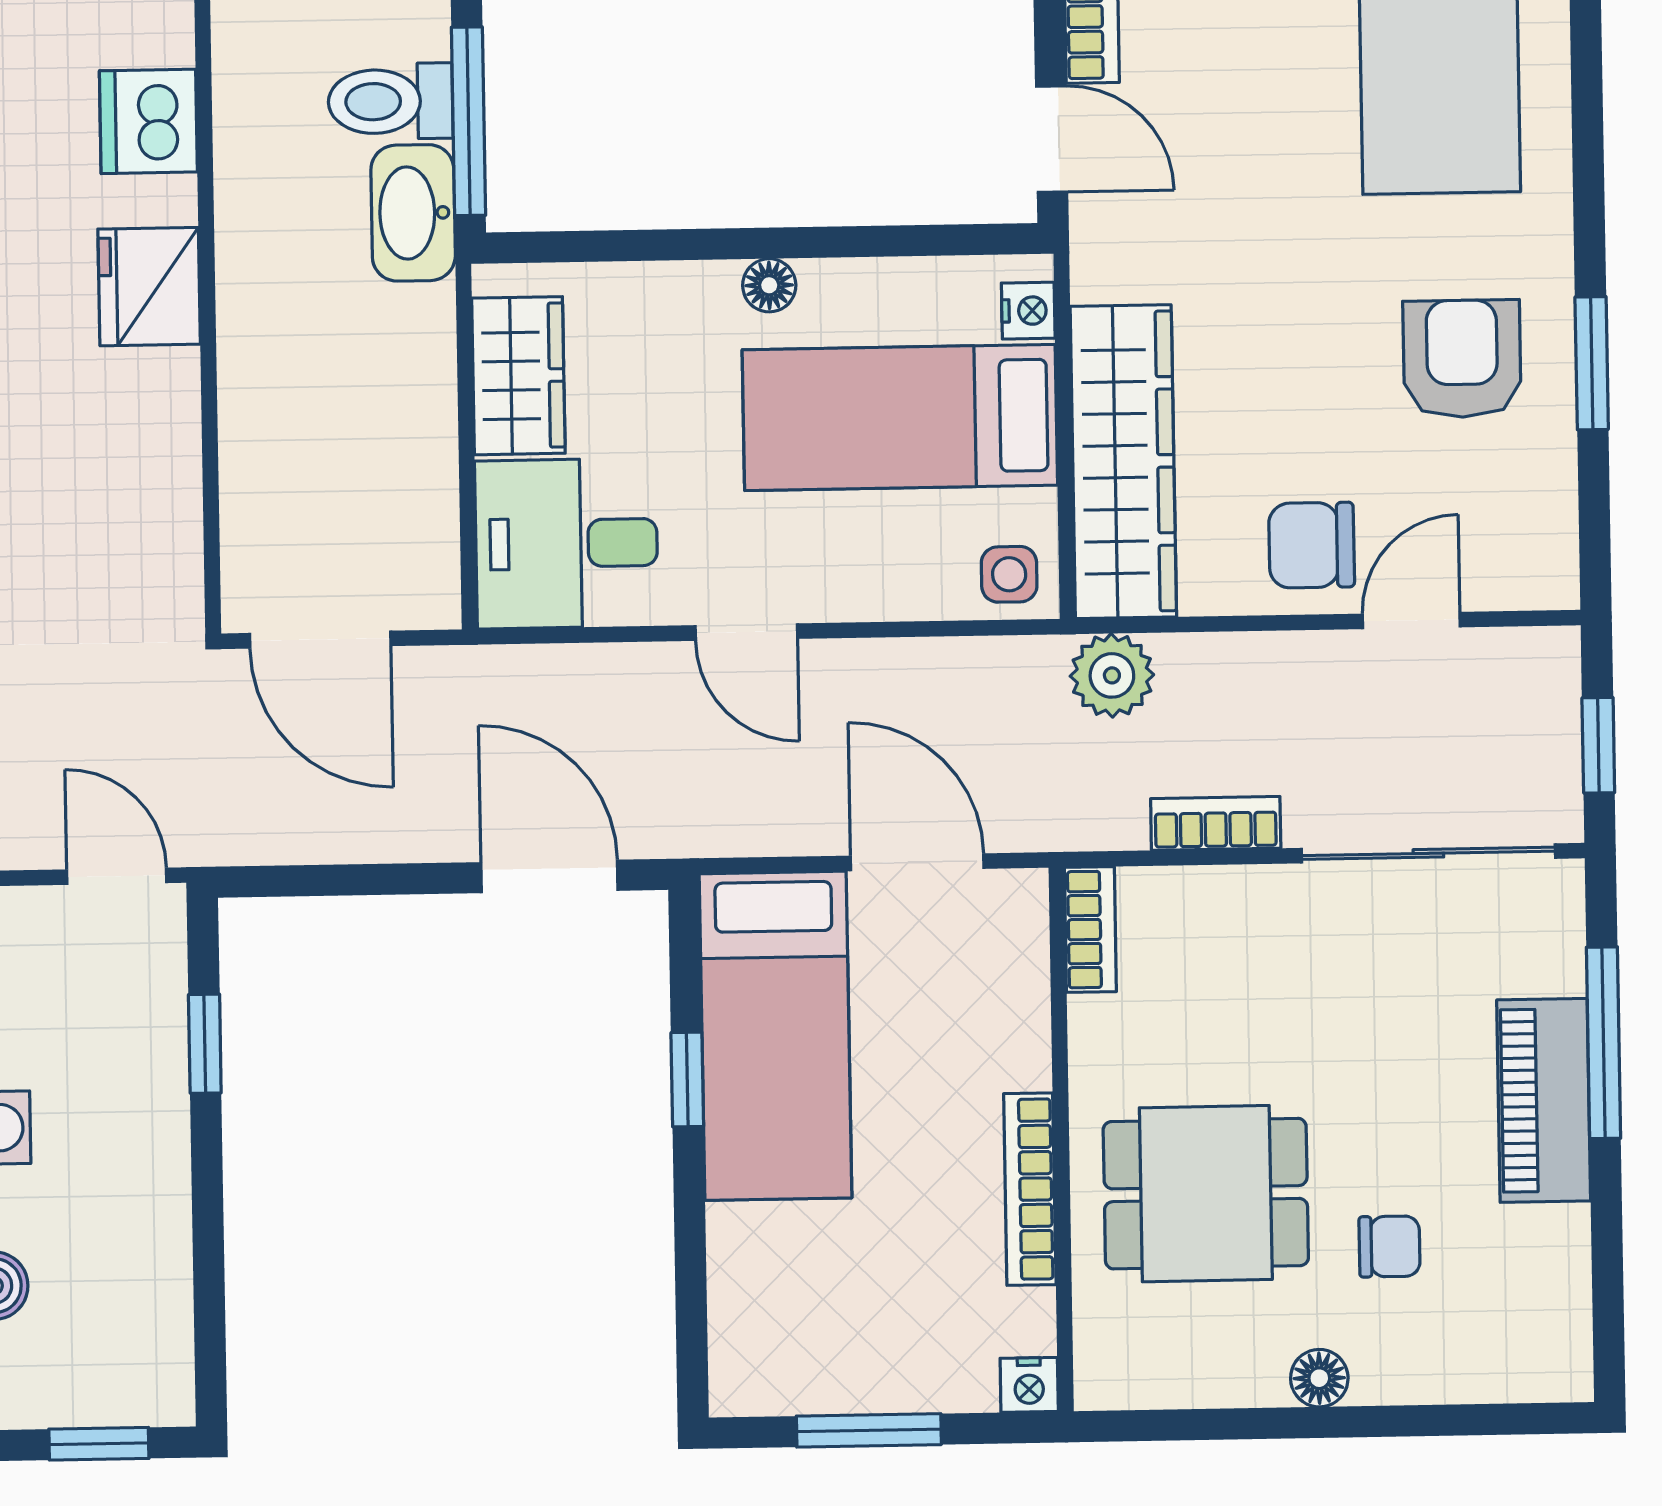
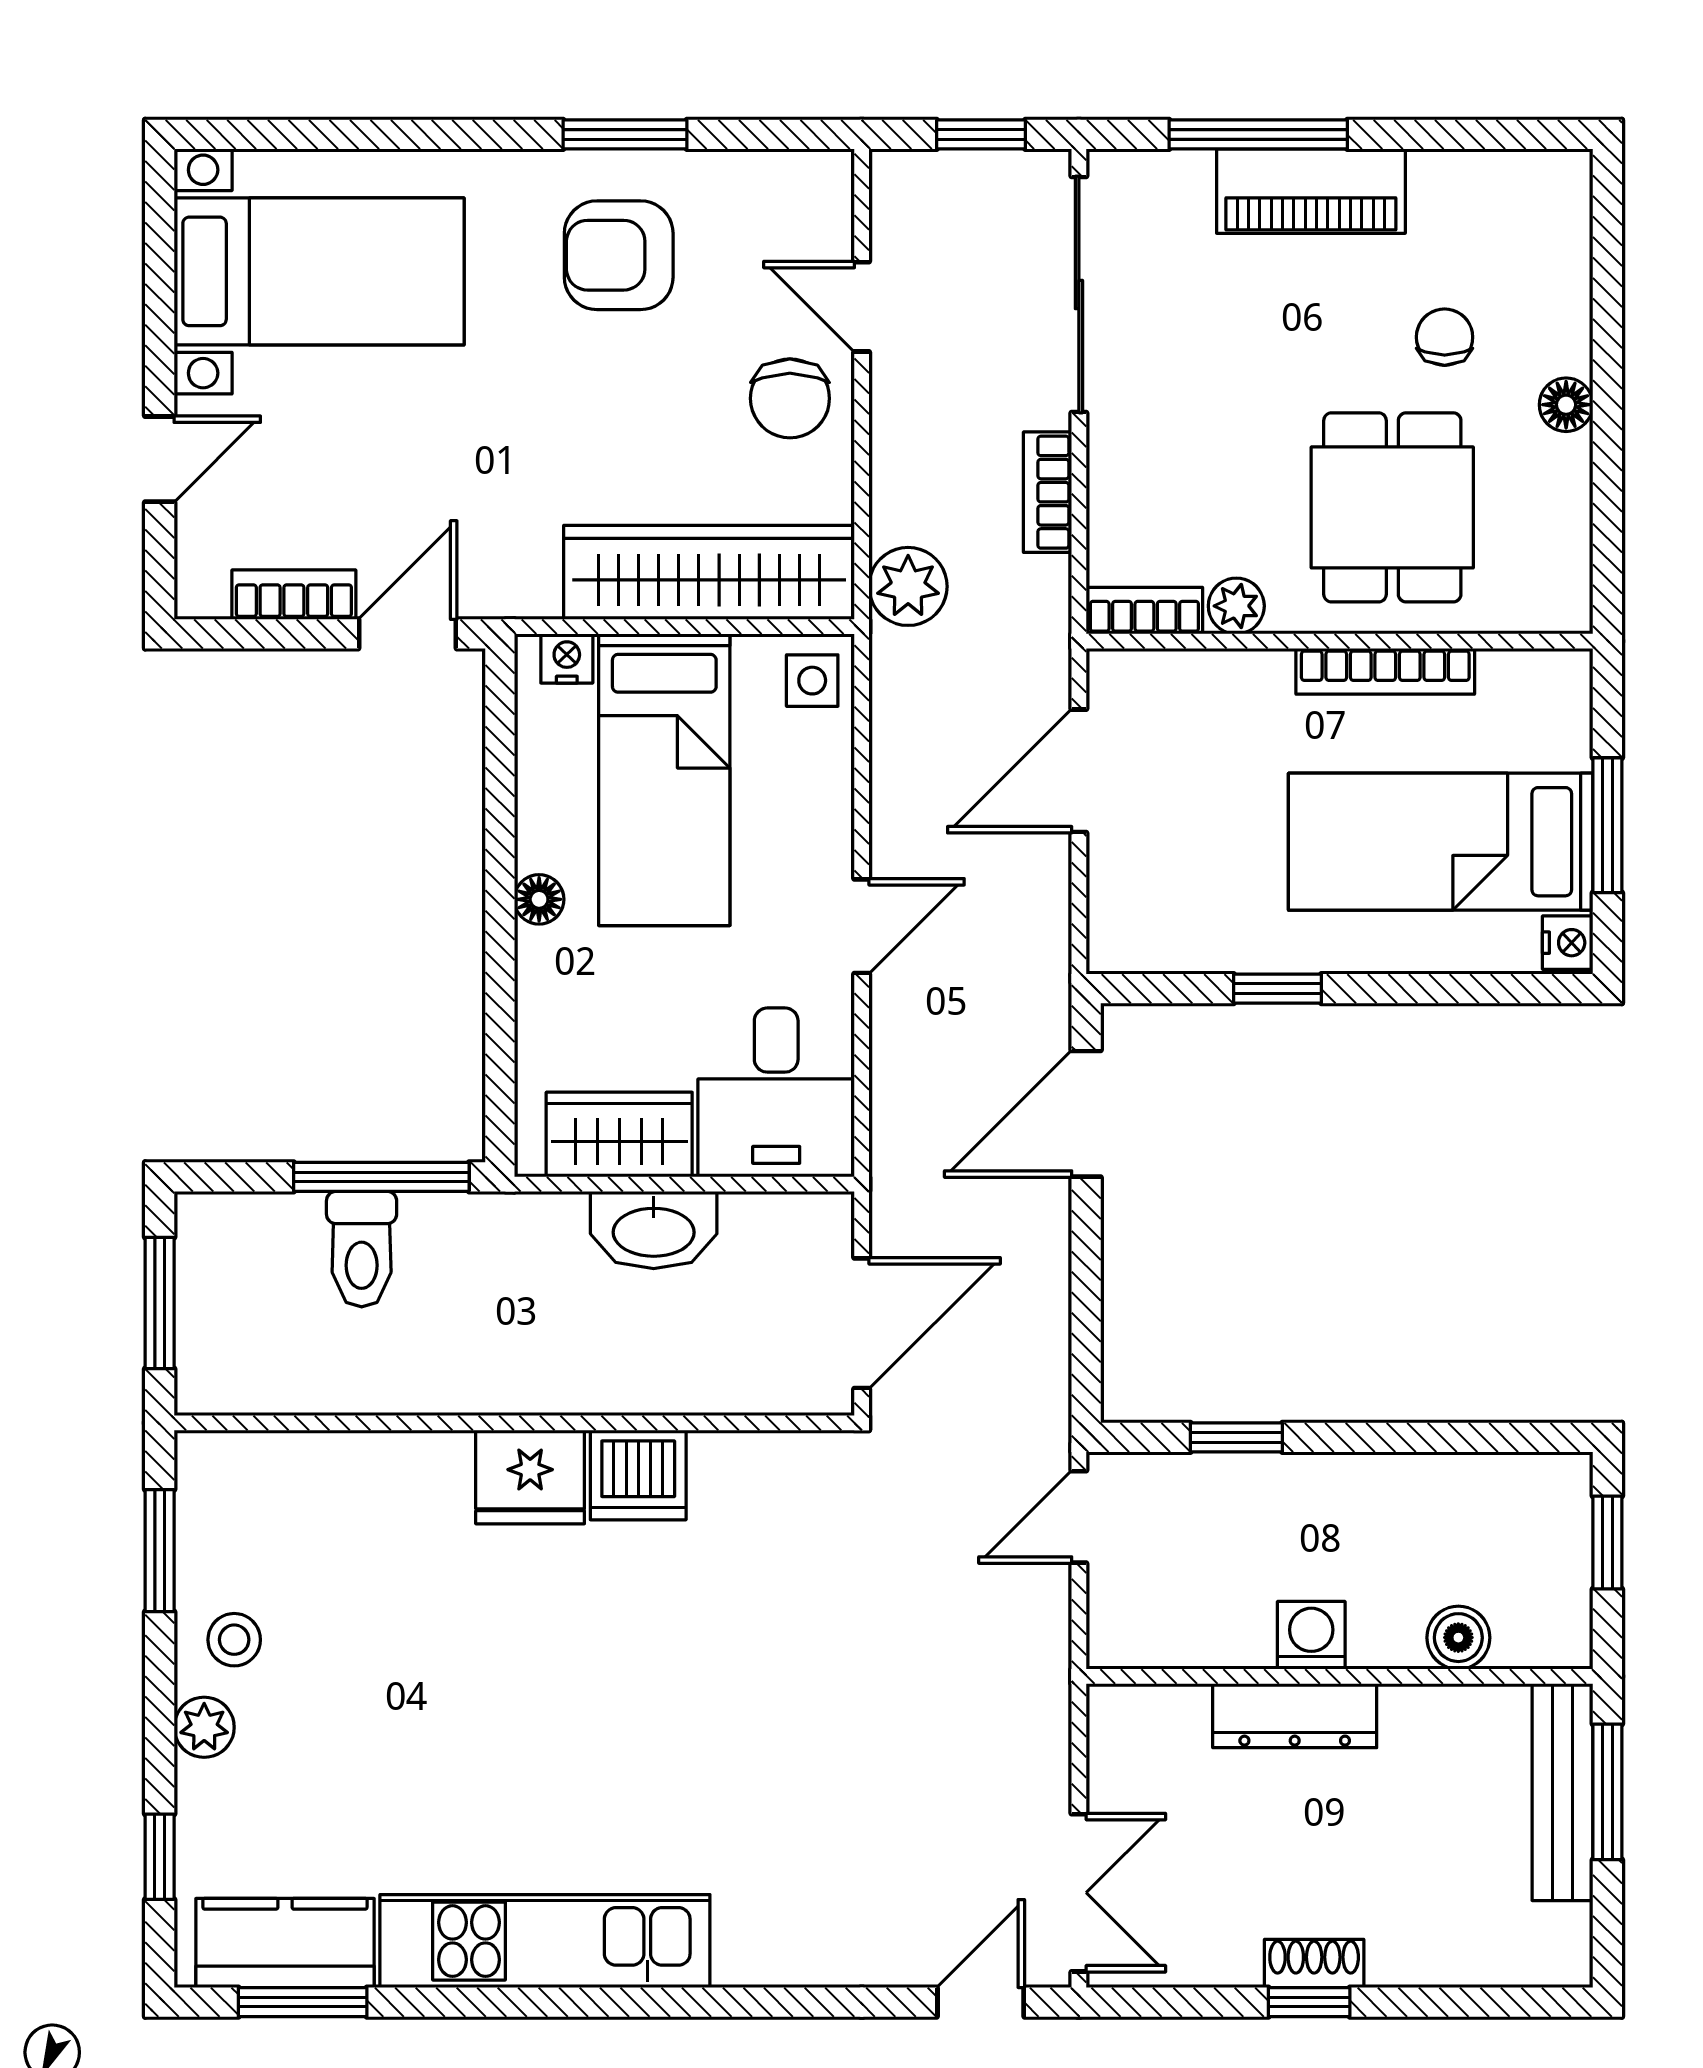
dishwasher: (148, 121) -> (638, 1475), moved
washbasin: (413, 213) -> (654, 1230), moved
plant: (1097, 1028) -> (1236, 606), added
bed: (776, 1036) -> (1441, 842), moved, turned 180
nightstand: (1029, 1385) -> (1568, 943), moved

